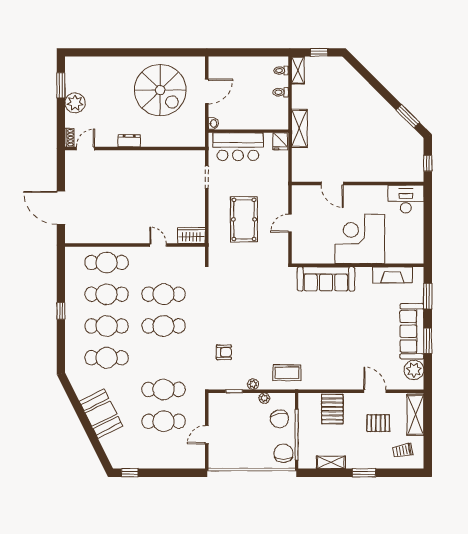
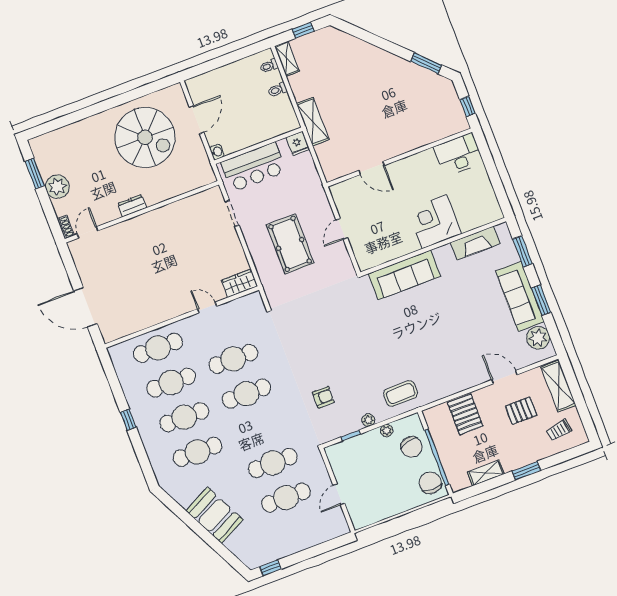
corner desk: (360, 239) -> (434, 222), width x0.74, depth x0.74

